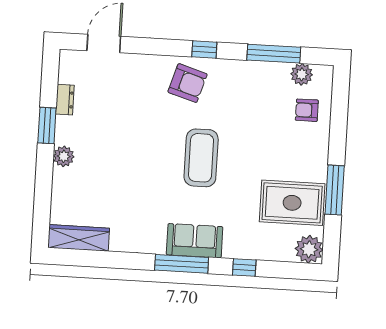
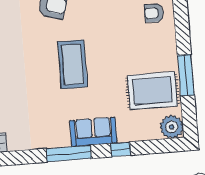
sofa: (195, 241) -> (93, 132), moved

